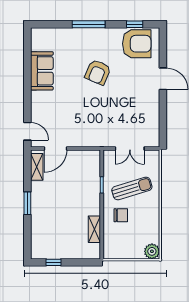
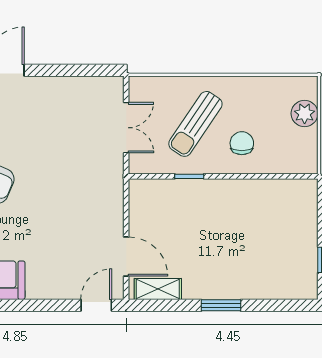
sun lounger: (132, 189) -> (195, 124), turned -129
shelving: (94, 229) -> (266, 189), removed
plant: (152, 251) -> (305, 113), moved

